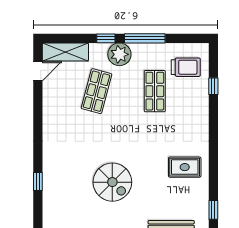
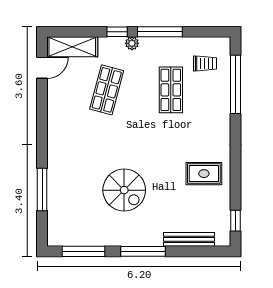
plant: (119, 54) -> (132, 43), width x0.53, depth x0.53
trolley: (186, 67) -> (205, 63), width x0.73, depth x0.72
window: (213, 86) -> (236, 84), width x3.17
window: (38, 182) -> (42, 189), width x2.17

